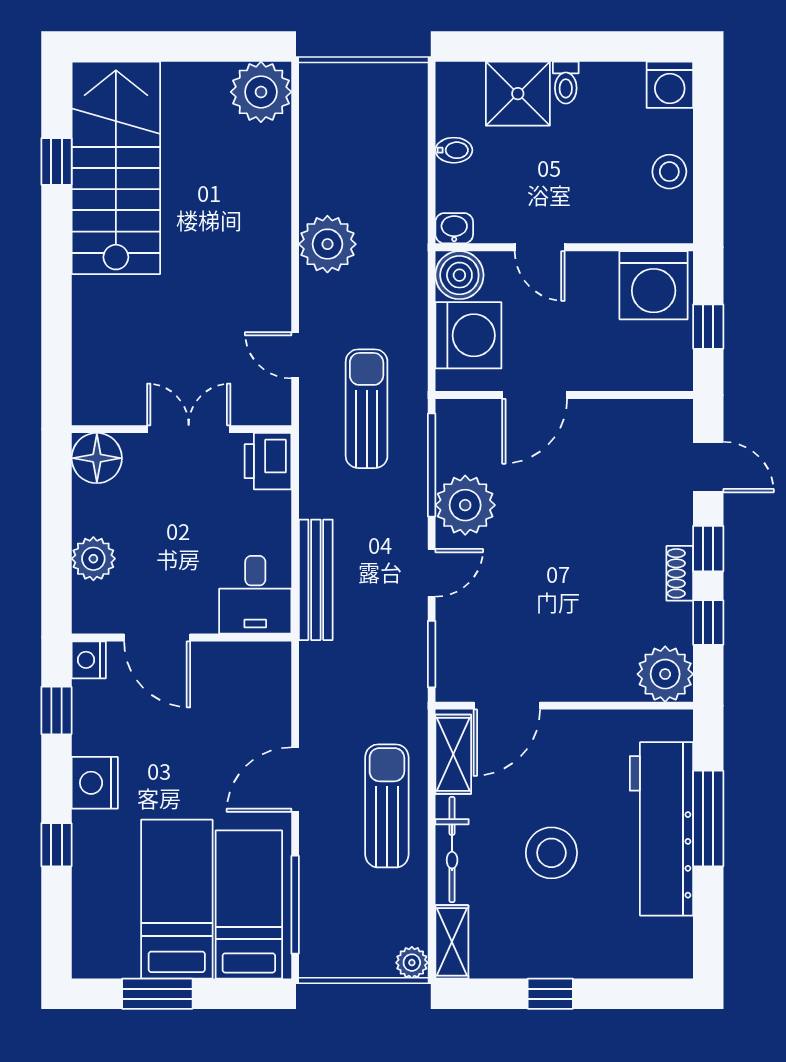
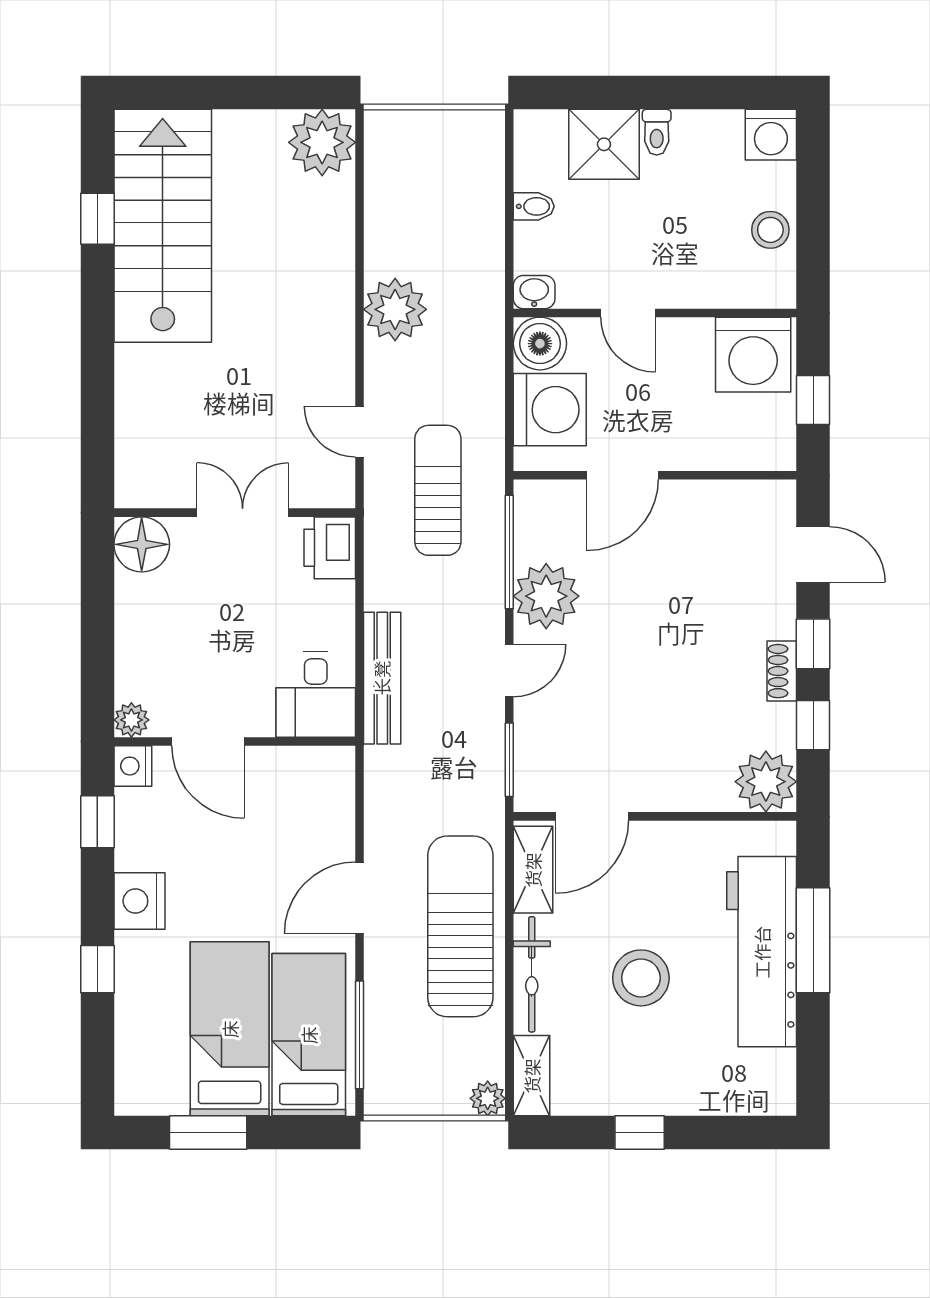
plant: (93, 559) -> (131, 720), moved, width x0.73, depth x0.73
sun lounger: (387, 806) -> (460, 926), width x1.36, depth x1.34

